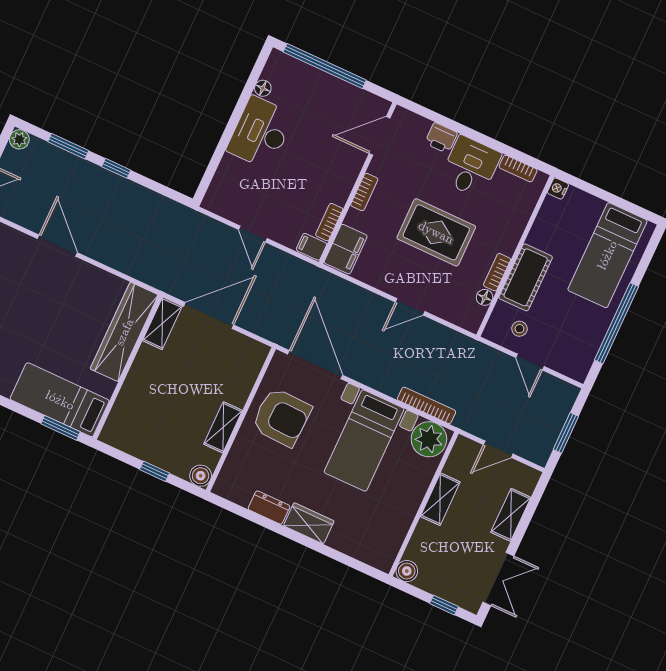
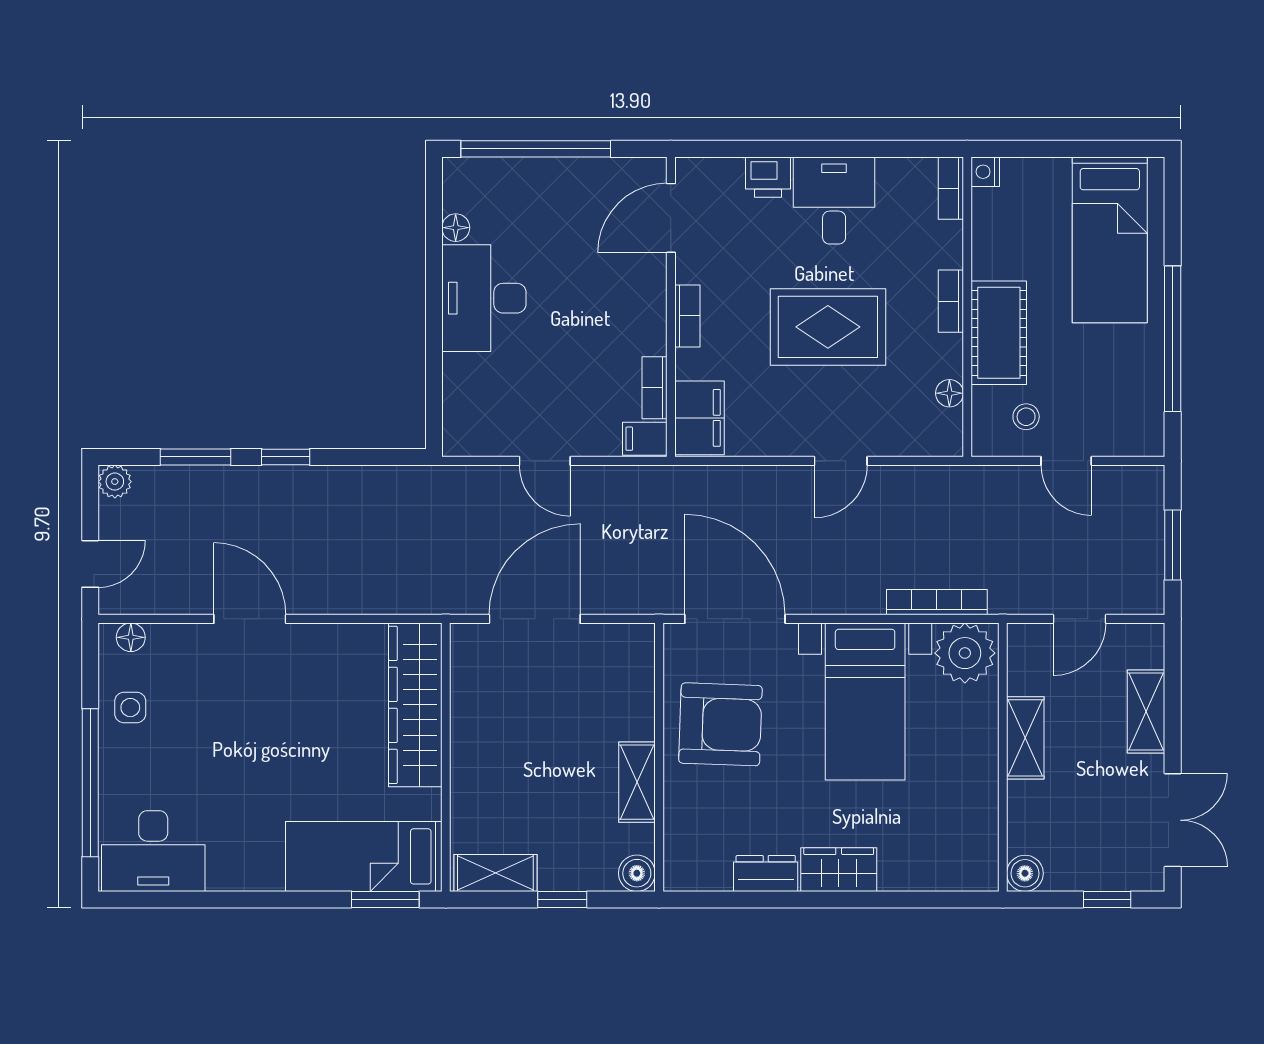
bookcase: (518, 168) -> (951, 188), moved, turned 90
bookcase: (497, 272) -> (951, 301), moved
shelving: (162, 323) -> (495, 873), moved, turned 90

